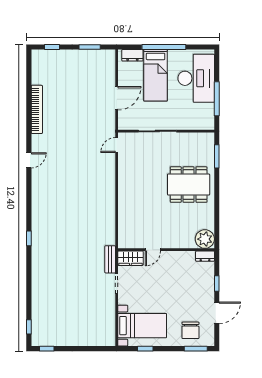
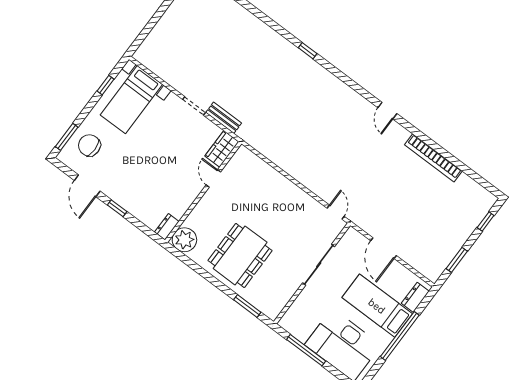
plant: (205, 239) -> (184, 240), moved
door: (153, 250) -> (213, 178), moved
wall: (166, 250) -> (203, 192), moved
dresser: (205, 256) -> (167, 227), moved
wardrobe: (130, 258) -> (222, 149), moved

